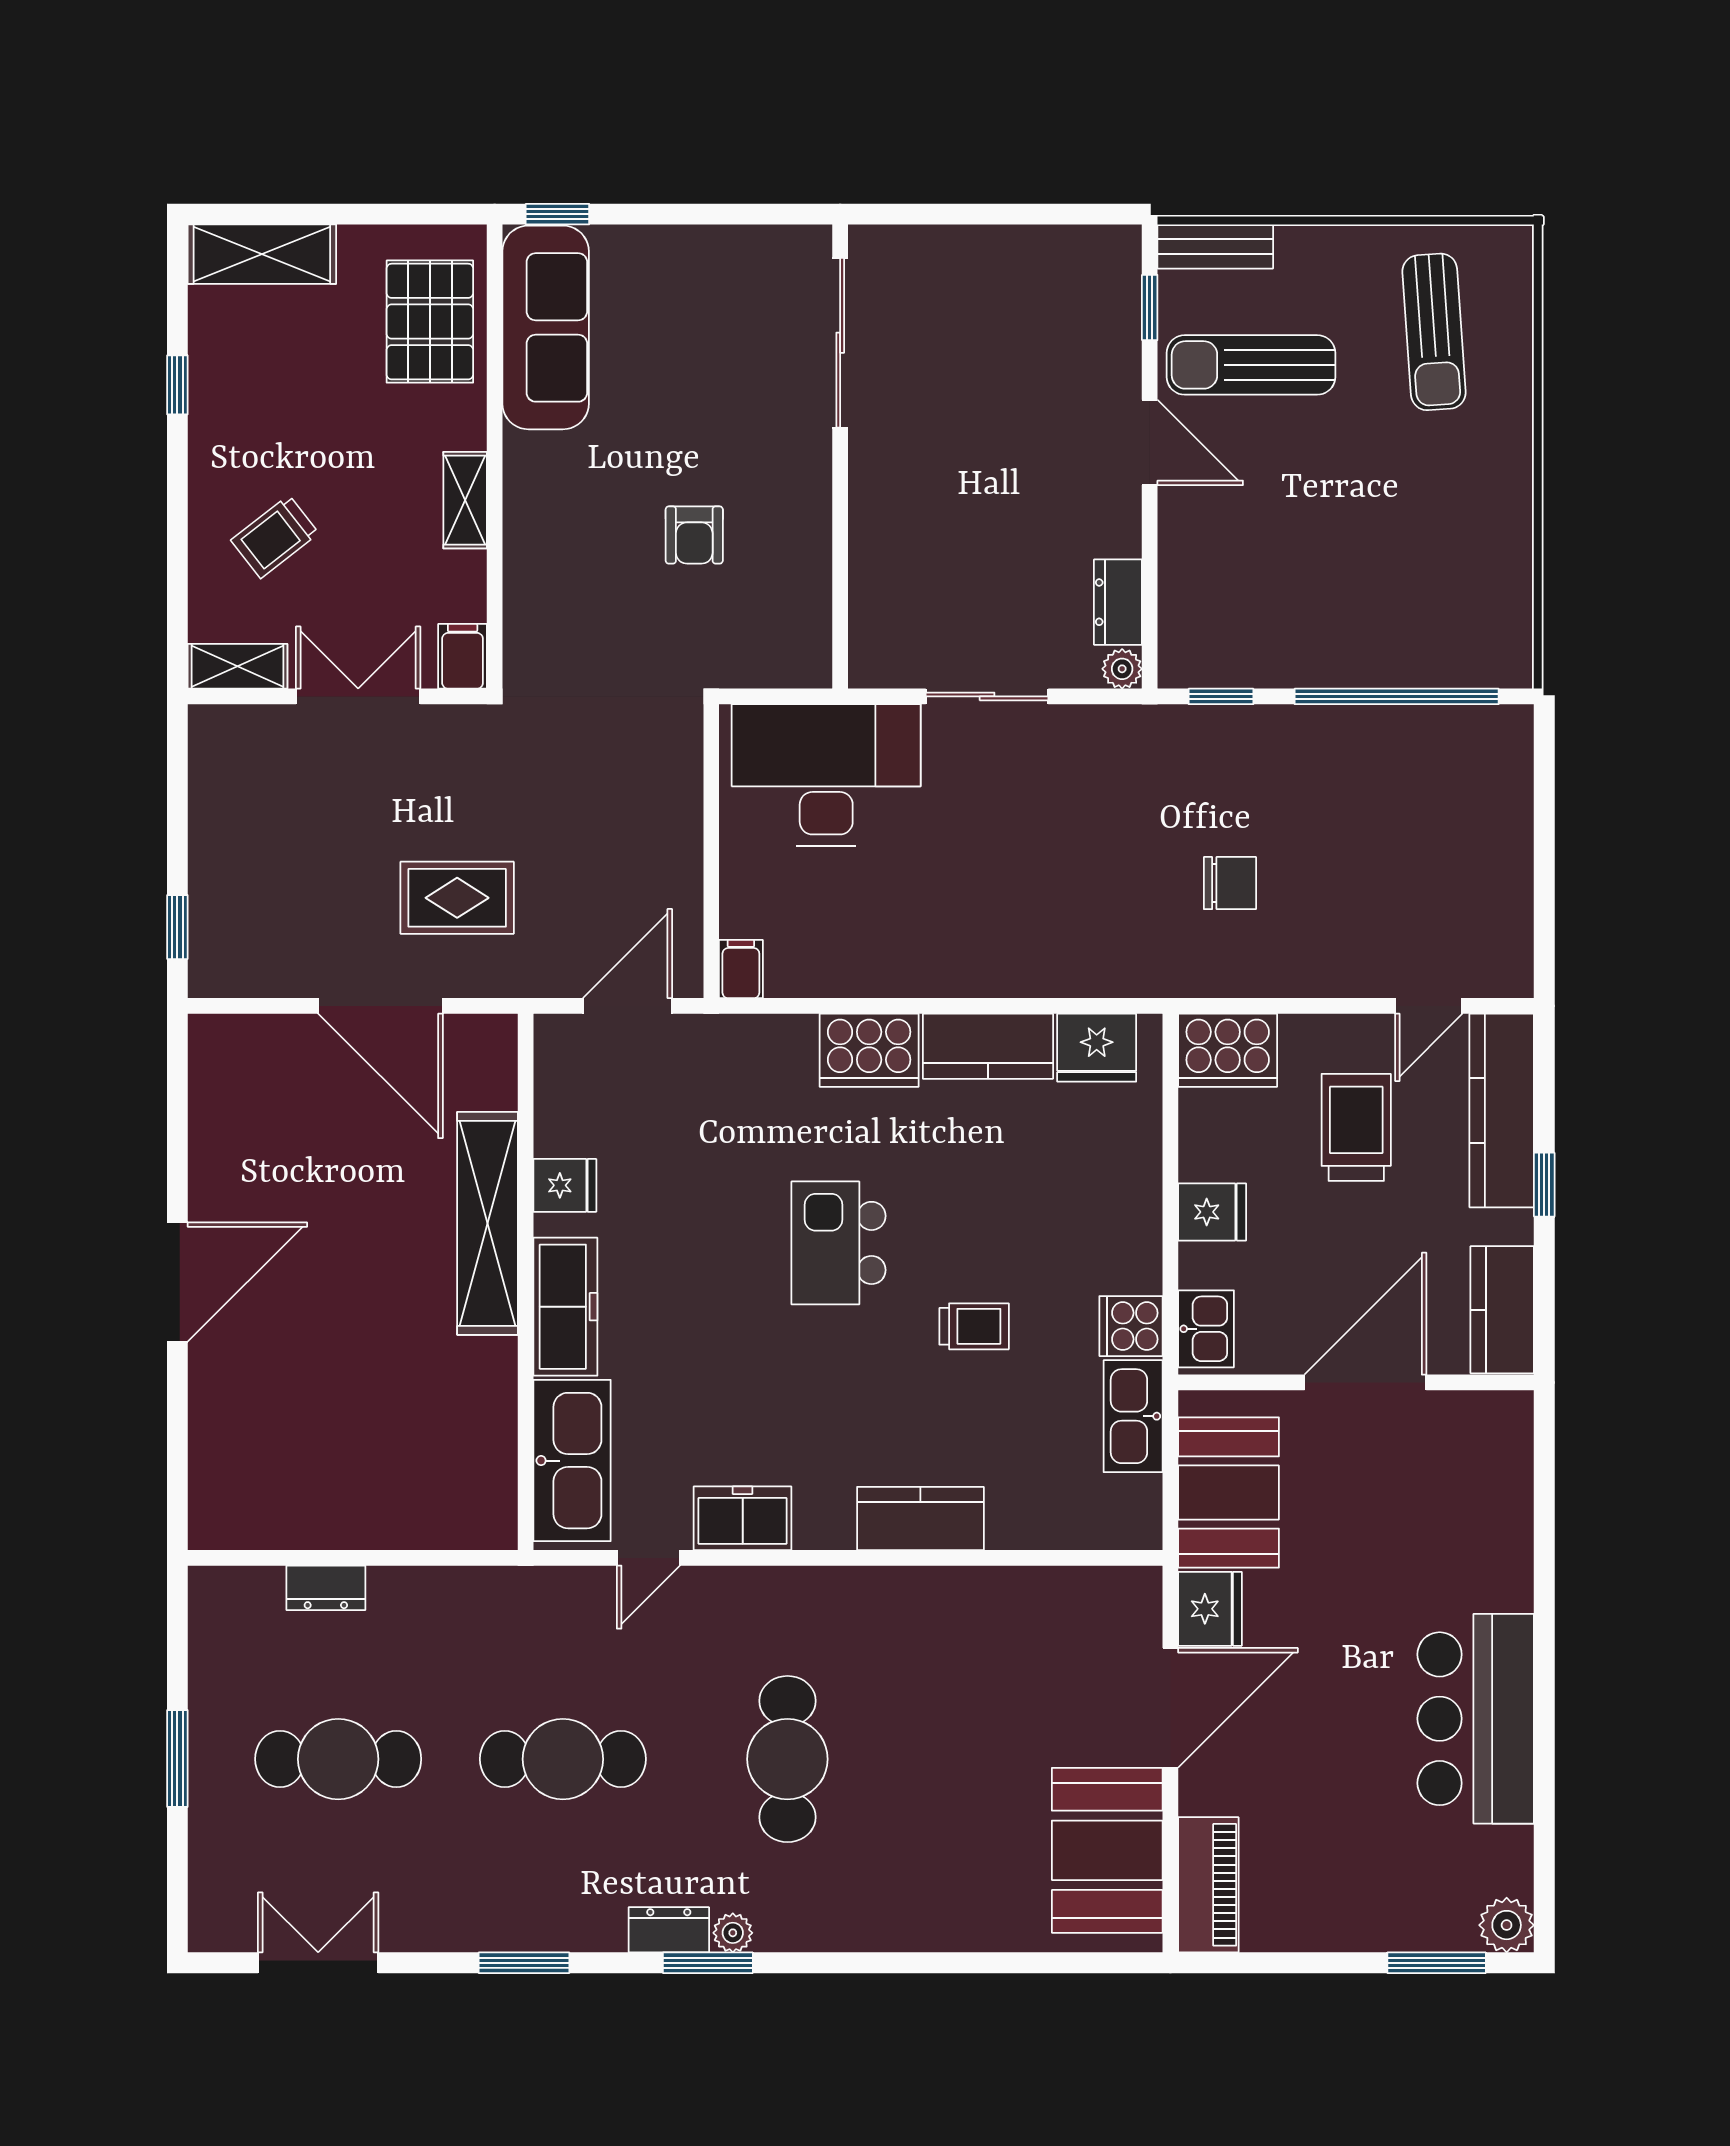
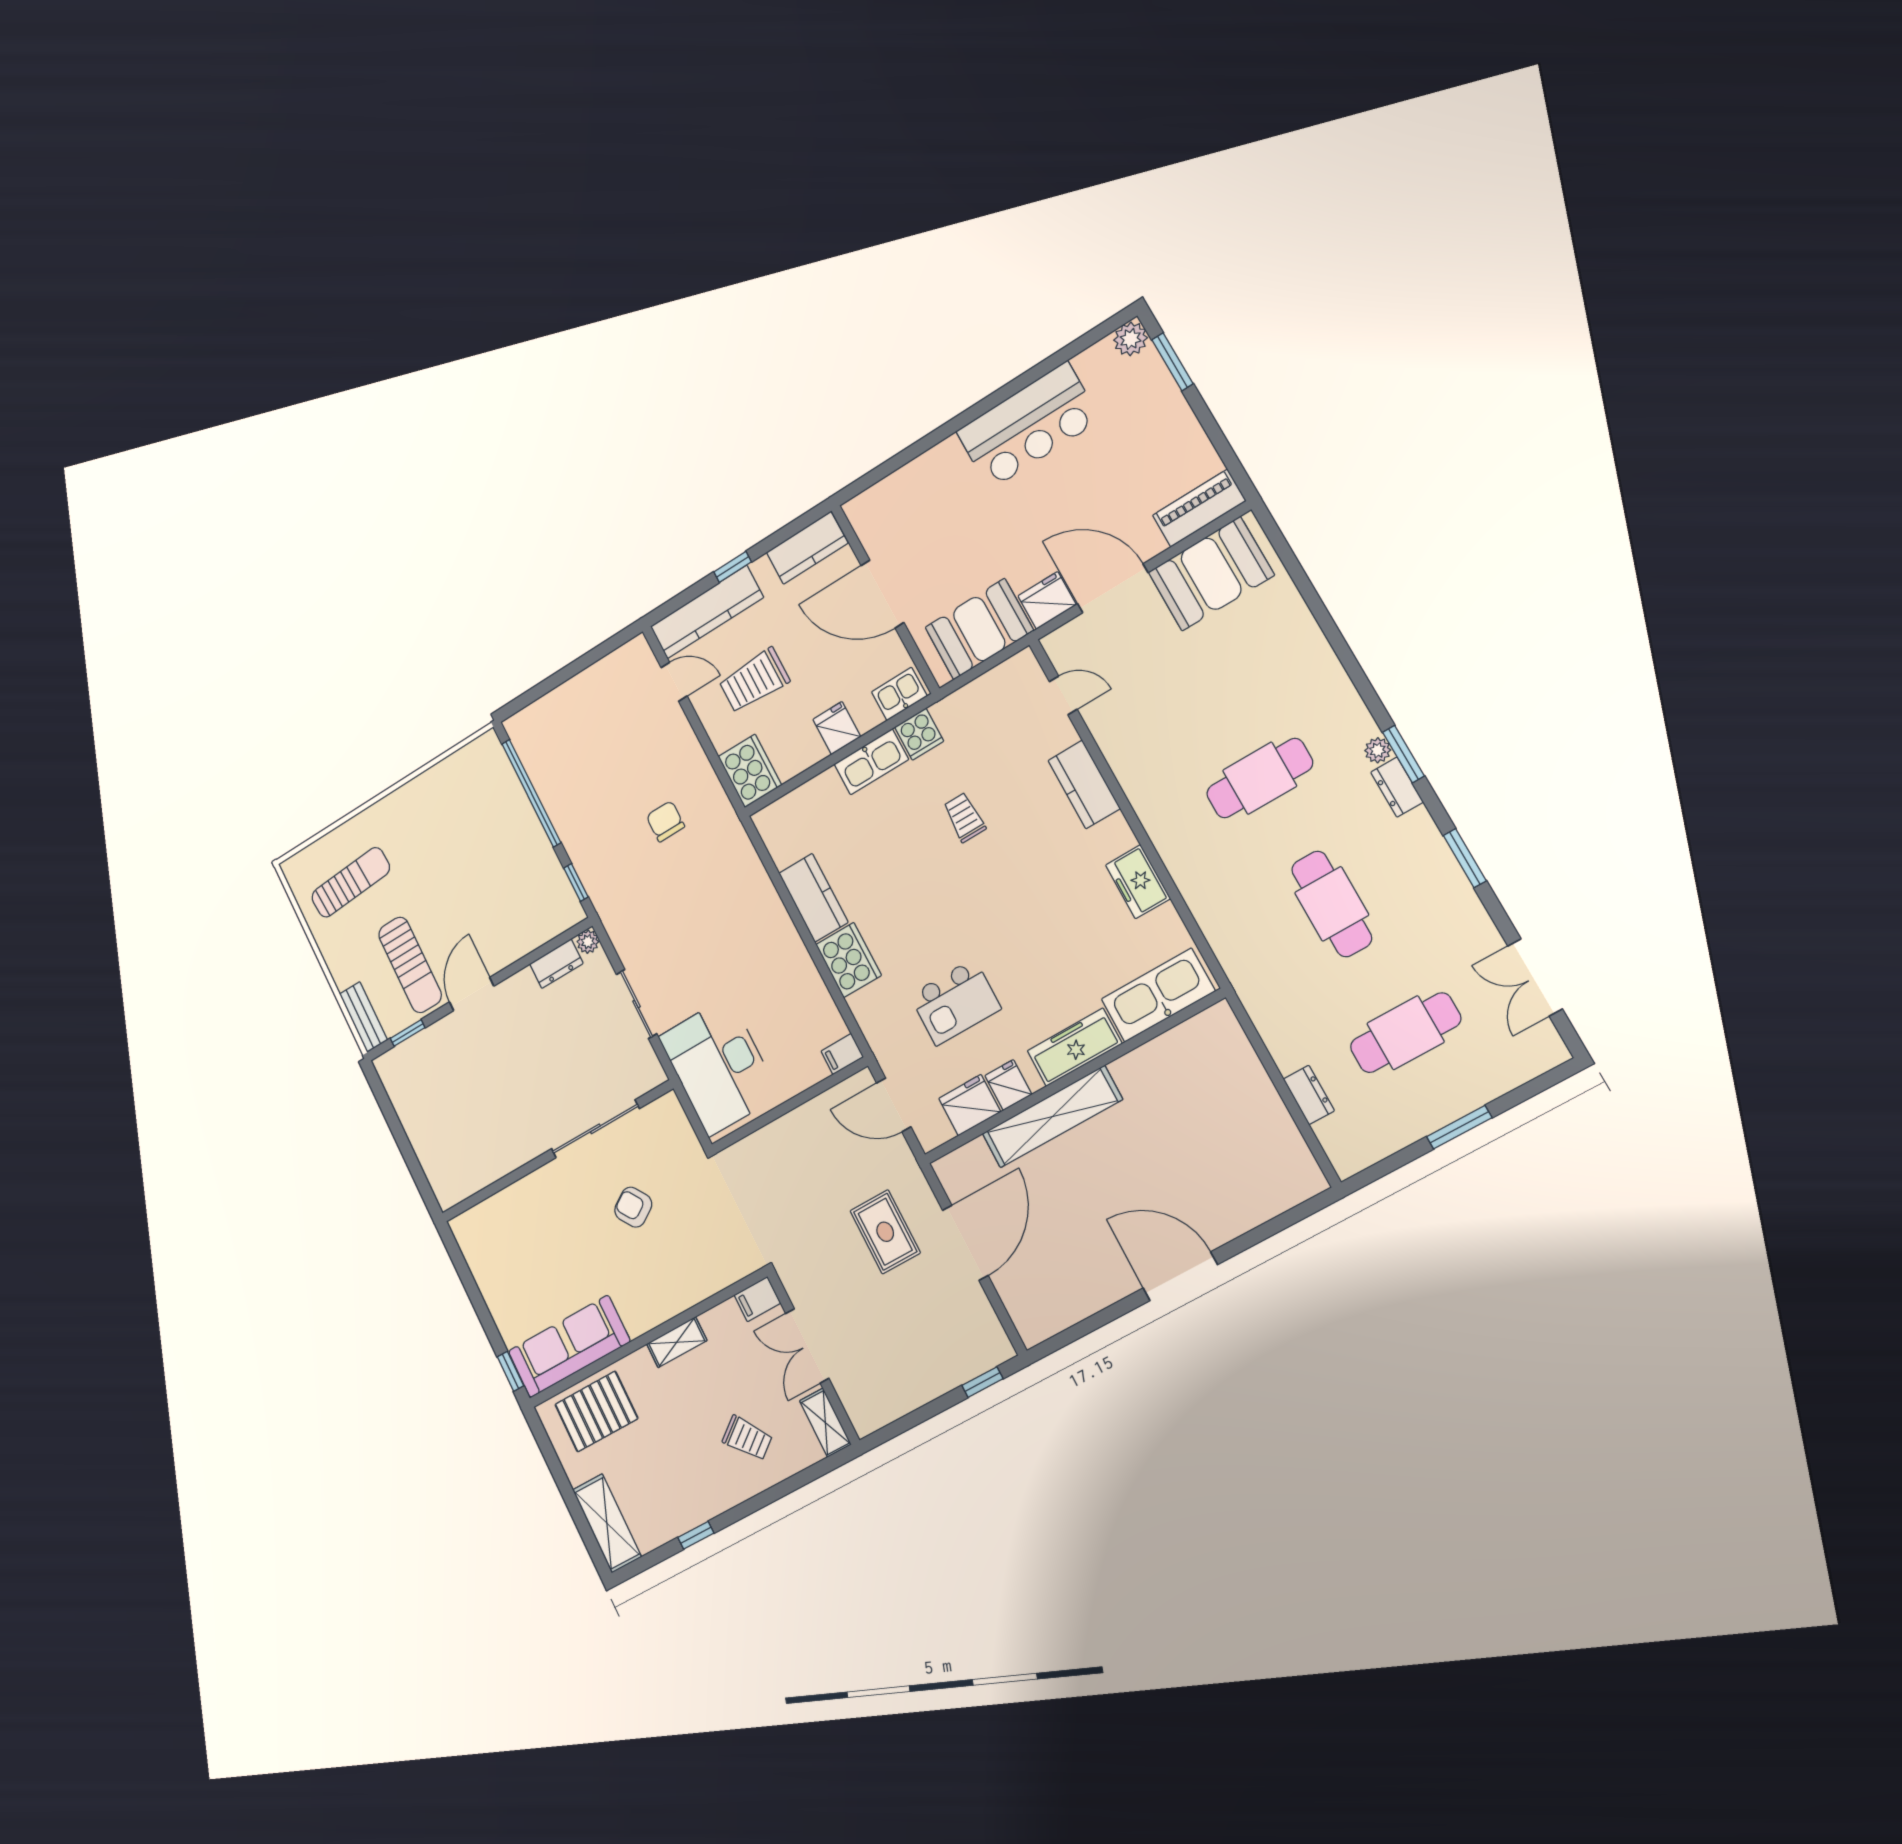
sliding door: (840, 343) -> (595, 1129), moved
armchair: (694, 535) -> (633, 1207), turned -124
fridge: (1097, 1048) -> (970, 1105), moved, turned -90
kitchen island: (839, 1243) -> (955, 1002), moved
kitchen sink: (1133, 1416) -> (871, 762), moved
door: (648, 1558) -> (1063, 695), moved
cafe table: (338, 1759) -> (1406, 1033), turned 90

